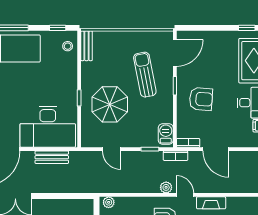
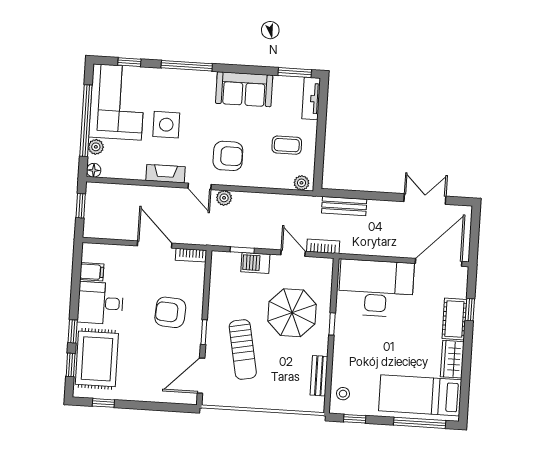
bench: (87, 46) -> (319, 376), moved
barbecue: (166, 134) -> (255, 263), moved, turned 90
bookcase: (176, 156) -> (323, 246), moved
bench: (52, 157) -> (344, 206), moved

